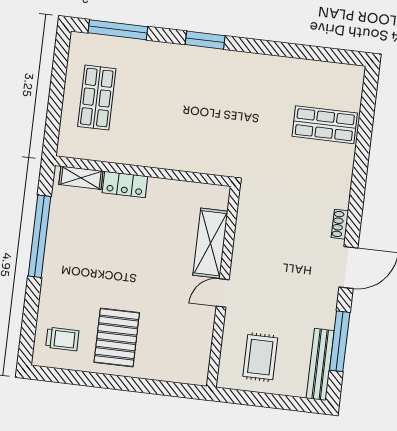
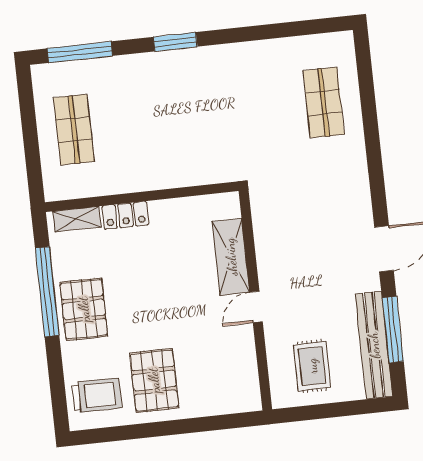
shop shelf: (325, 125) -> (324, 103), turned 90
shoe rack: (340, 224) -> (364, 205), removed
pallet: (69, 260) -> (84, 309), added
trolley: (62, 339) -> (97, 395), width x1.36, depth x1.39
bench: (320, 364) -> (374, 345), width x1.37, depth x1.21

